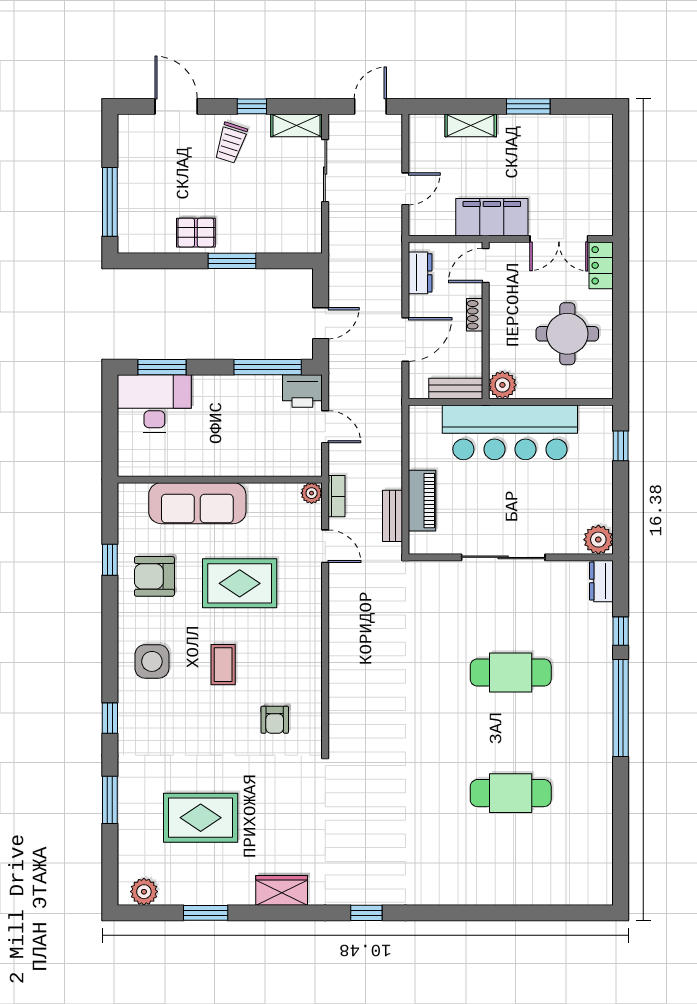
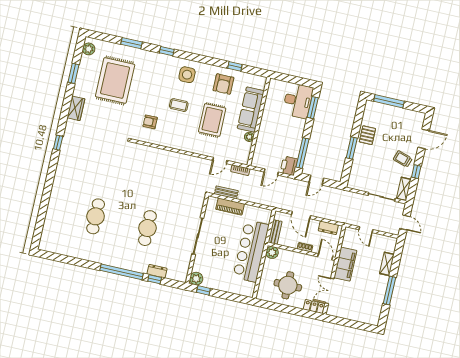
window: (528, 106) -> (389, 291), width x1.44
door: (321, 323) -> (316, 180), hinge flipped
window: (621, 446) -> (203, 290), moved
plant: (312, 493) -> (249, 137), moved
armchair: (154, 576) -> (223, 84), turned 180
dresser: (601, 581) -> (157, 271), moved
rug: (201, 818) -> (115, 80), width x1.37, depth x1.44

